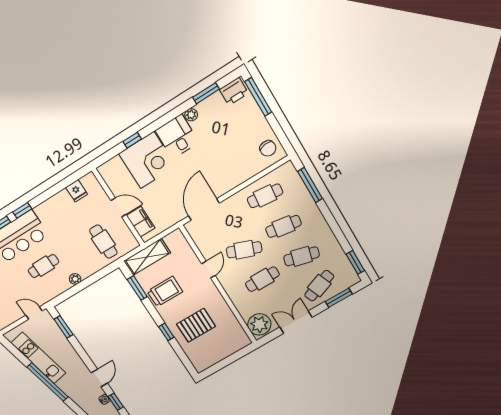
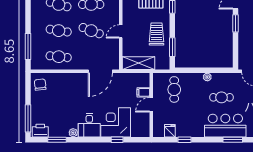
door: (118, 207) -> (151, 105), hinge flipped
window: (22, 210) -> (185, 140), moved
filing cabinet: (141, 222) -> (143, 92), width x0.50
shelving: (147, 257) -> (138, 63), moved
trolley: (165, 292) -> (157, 34), turned 90
window: (64, 327) -> (235, 23), moved

